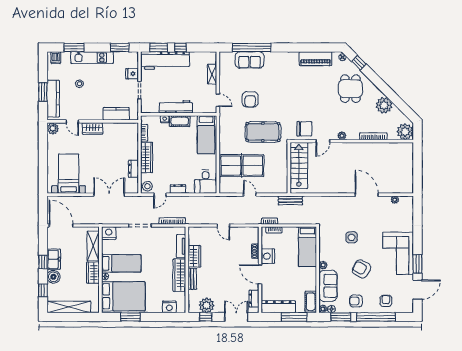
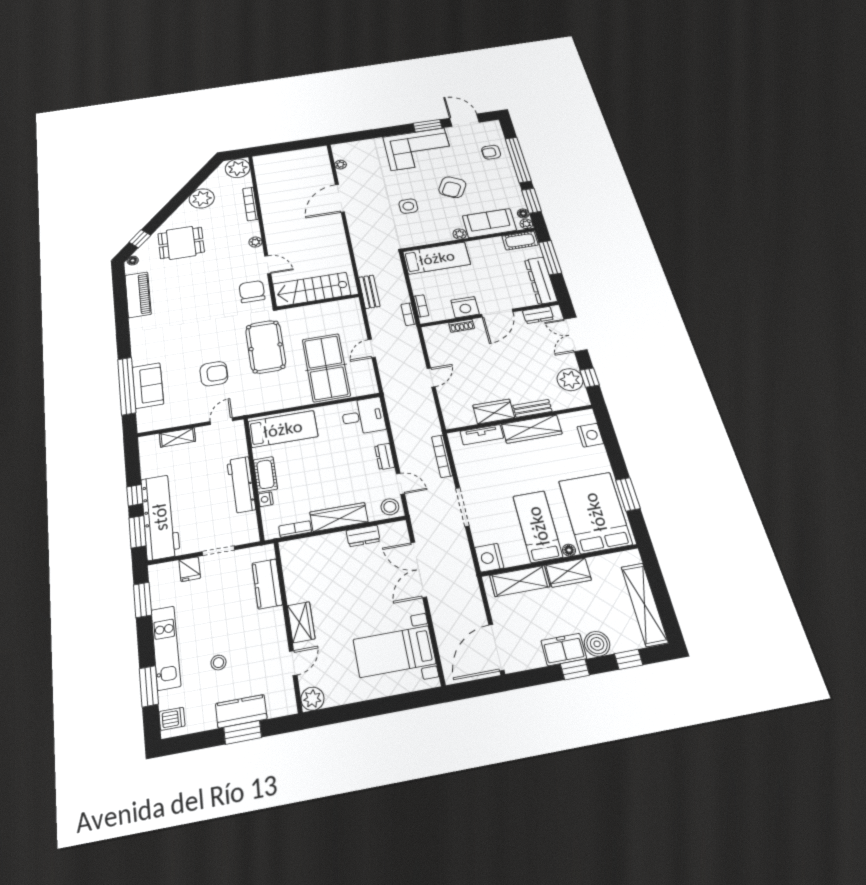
kitchen counter: (53, 99) -> (241, 711), width x0.67
armchair: (356, 301) -> (502, 186), removed

